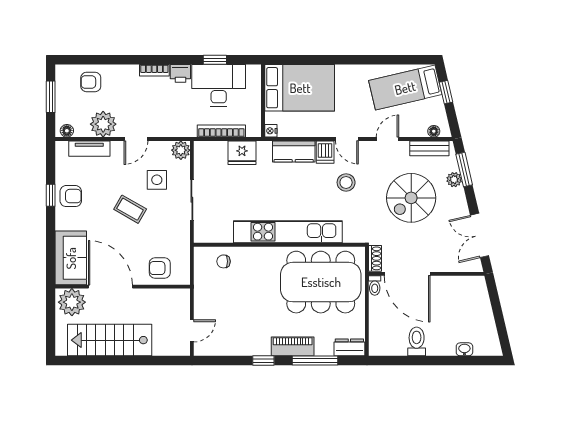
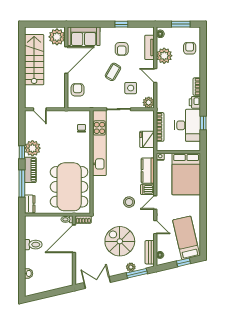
armchair: (71, 196) -> (122, 49), moved
kitchen unit: (288, 232) -> (99, 143), moved
plant: (257, 343) -> (32, 148), added

